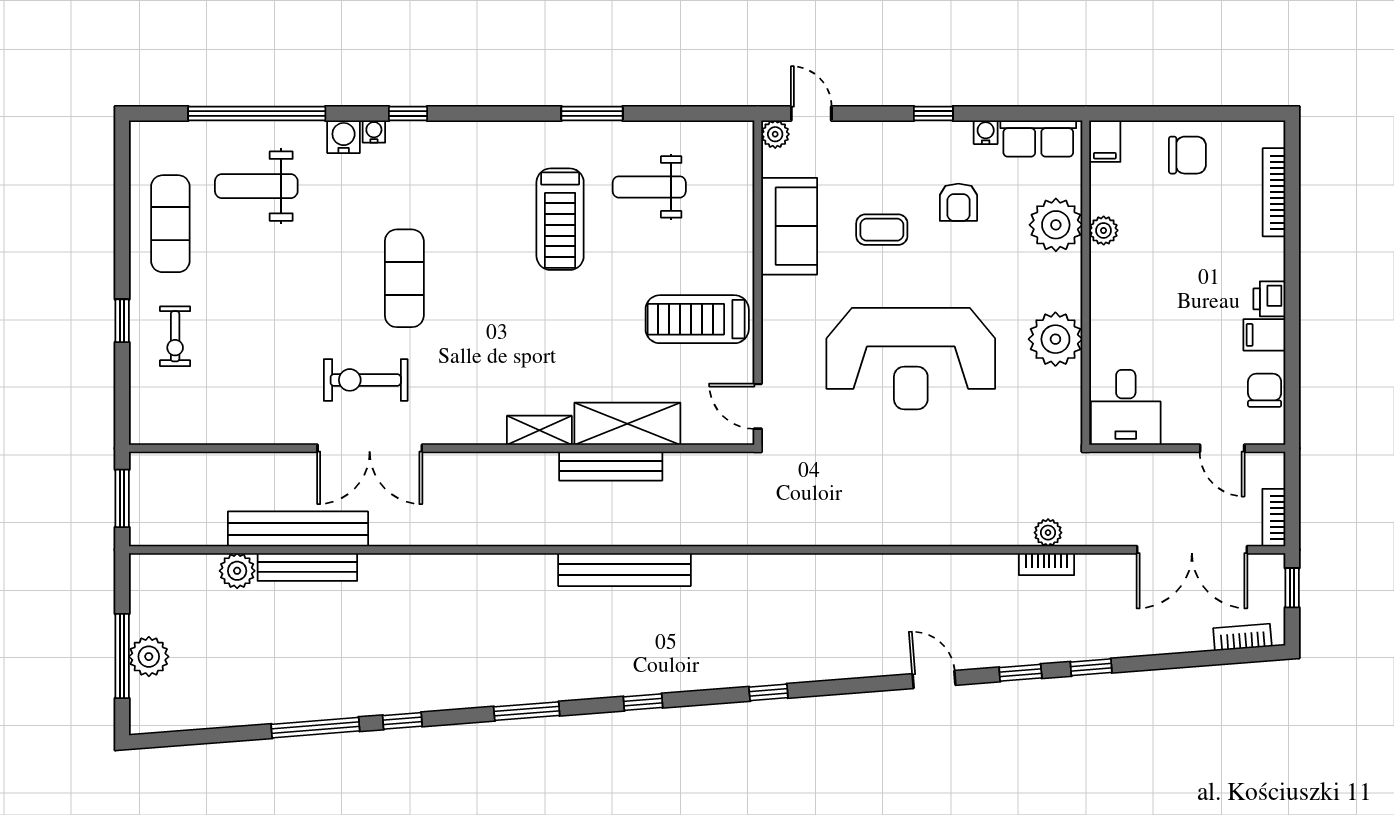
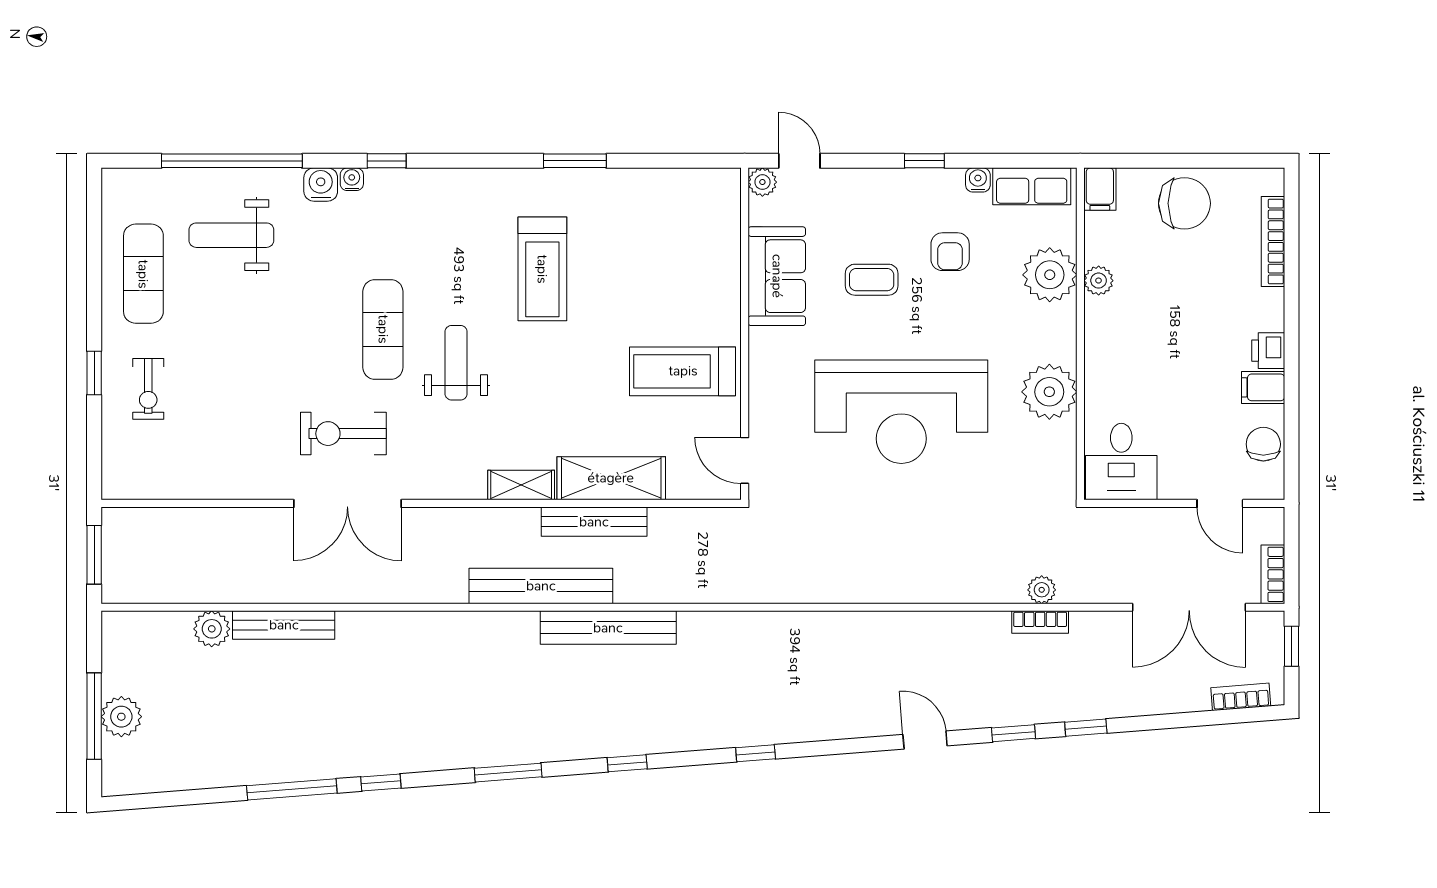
chair: (1187, 155) -> (1184, 203), width x1.37, depth x1.37
weight bench: (649, 187) -> (456, 363), moved, turned 90
bench: (298, 529) -> (541, 586), moved

